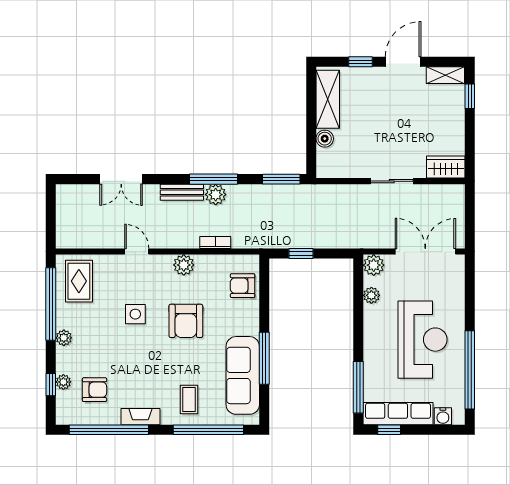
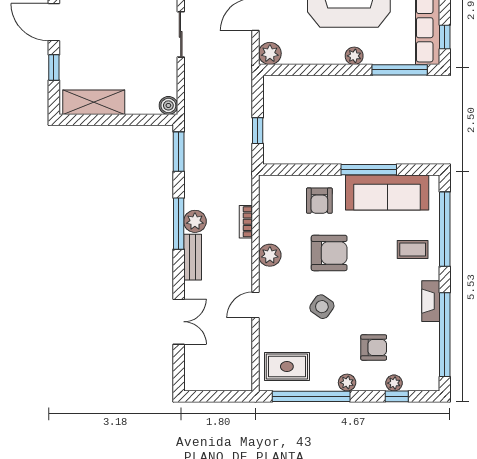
boiler: (325, 139) -> (168, 105), moved
armchair: (243, 286) -> (319, 201), moved
plant: (371, 295) -> (354, 56), moved
side table: (135, 314) -> (322, 307), turned 35
armchair: (95, 390) -> (374, 347), moved, turned 90

